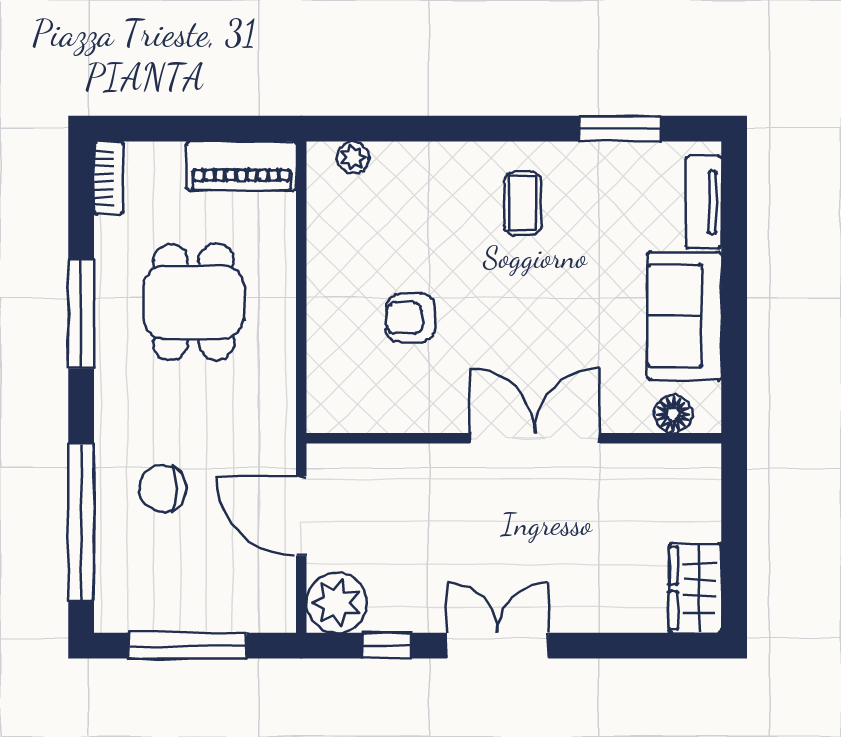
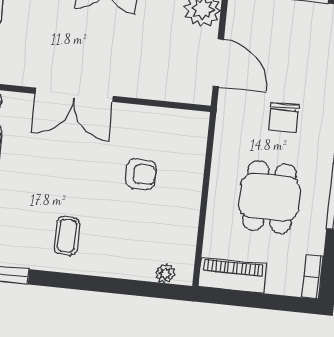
chair: (162, 488) -> (284, 117), moved, turned 90

